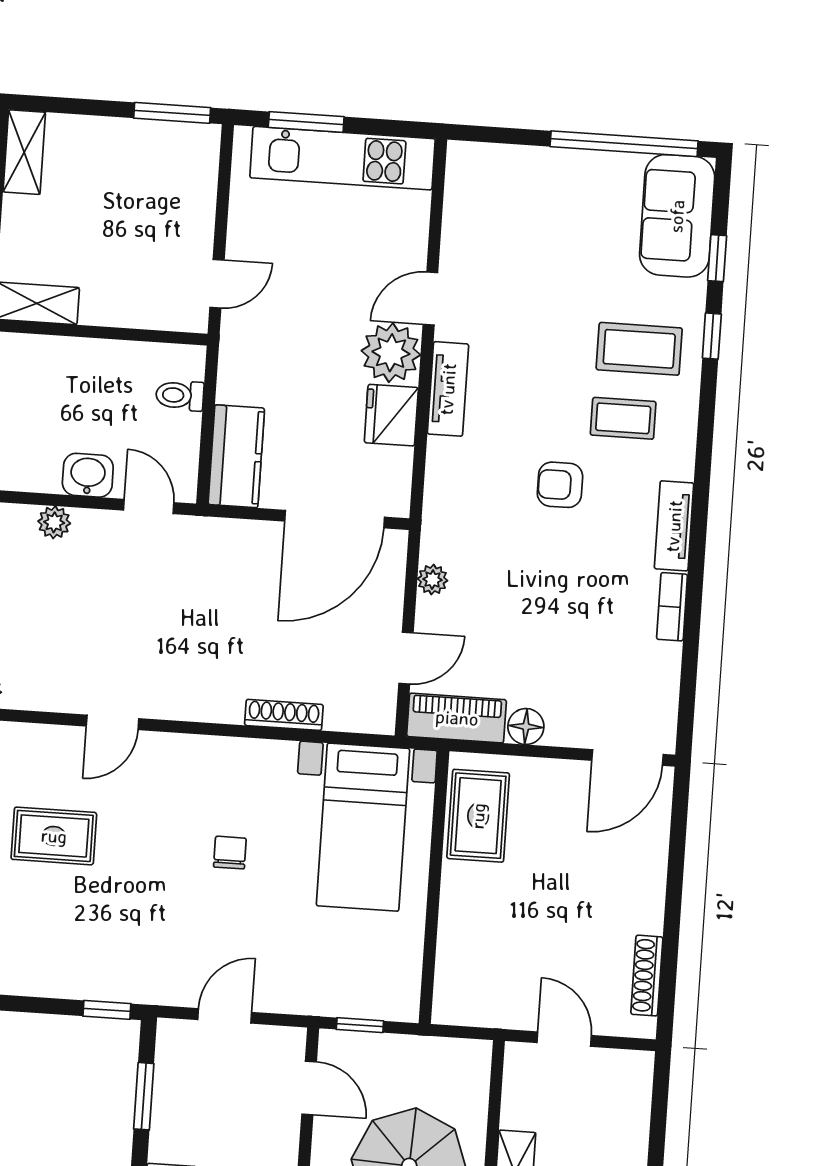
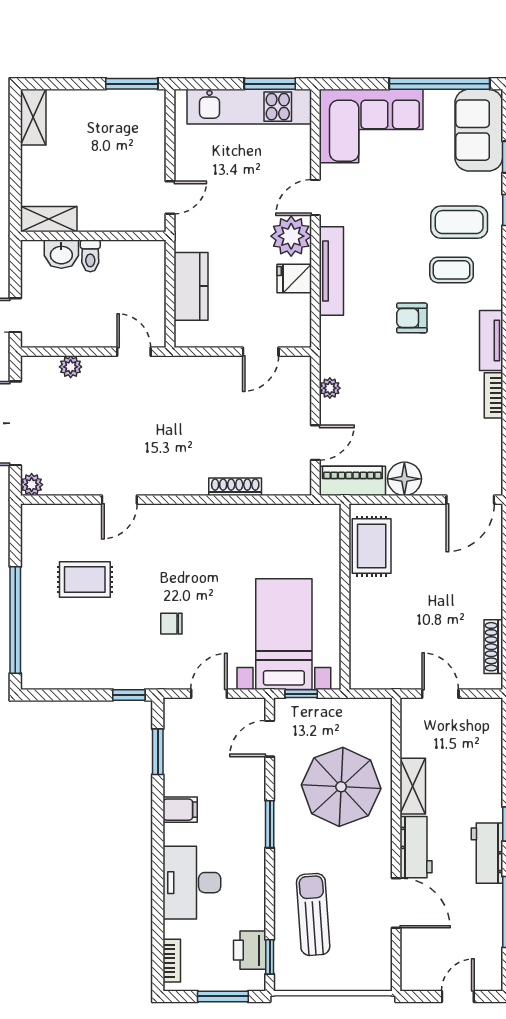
window: (306, 122) -> (270, 84), moved
corner sofa: (519, 199) -> (371, 126), added
tv unit: (448, 389) -> (331, 271), width x1.41
toilet: (180, 395) -> (90, 256), moved, turned -90
fridge: (391, 415) -> (294, 279), width x0.72
kitchen counter: (236, 456) -> (191, 286), moved
washbasin: (88, 475) -> (61, 254), moved, turned 180
door: (335, 519) -> (261, 352), width x0.53
floor lamp: (526, 727) -> (404, 479), width x1.38, depth x1.38
bed with nightstands: (363, 827) -> (284, 634), moved, turned 180
chair: (230, 853) -> (171, 624), moved, turned -90
door: (309, 1088) -> (270, 739), swing flipped

